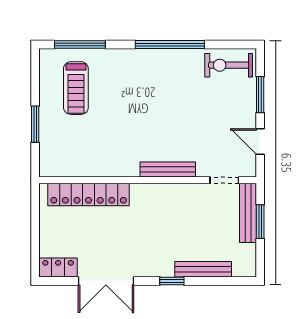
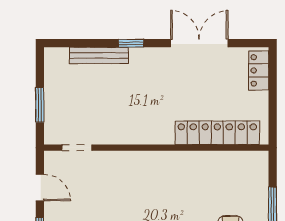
bench: (168, 170) -> (135, 159), removed
bench: (248, 213) -> (52, 114), removed
locker: (58, 268) -> (259, 70), moved, turned 90

